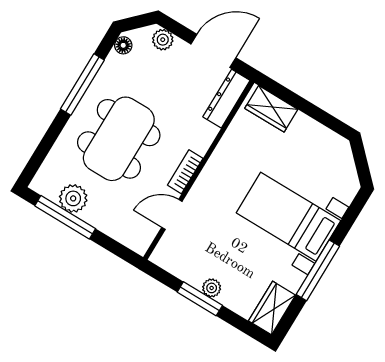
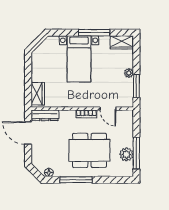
plant: (163, 40) -> (36, 157), removed
window: (200, 299) -> (136, 86), moved

